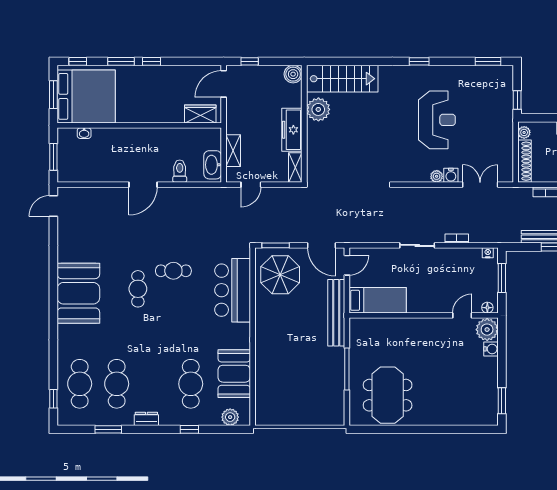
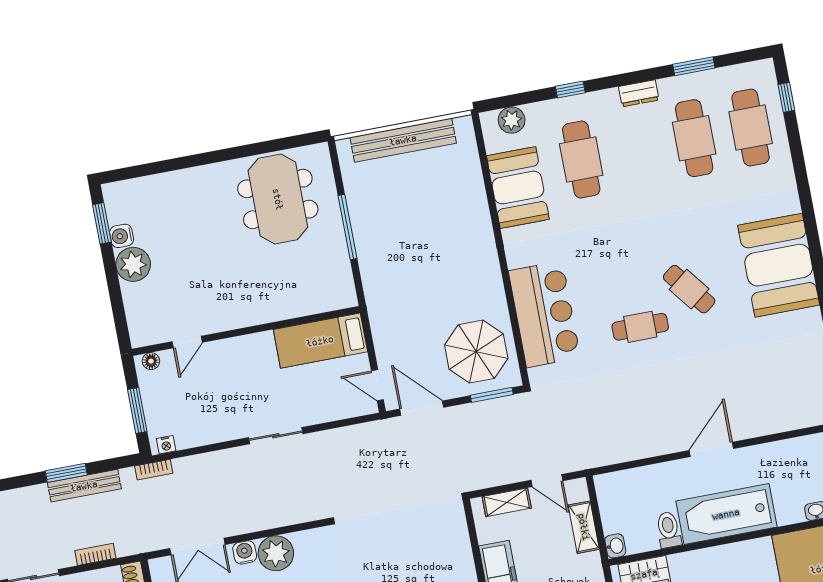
bathtub: (141, 142) -> (726, 514), added
washbasin: (213, 165) -> (615, 546), moved, width x0.52, depth x0.69
shelving: (295, 167) -> (507, 502), moved, turned 90
toilet: (180, 171) -> (669, 530), moved, turned 180
plant: (437, 176) -> (276, 553), width x1.88, depth x1.88
door: (251, 185) -> (547, 481), swing flipped
bookcase: (457, 238) -> (154, 470), moved
door: (347, 265) -> (377, 385), hinge flipped
cafe table: (138, 289) -> (689, 289), turned -38
bench: (336, 313) -> (403, 140), moved, turned 90
plant: (487, 330) -> (133, 264), moved
water cooler: (491, 349) -> (122, 236), moved

